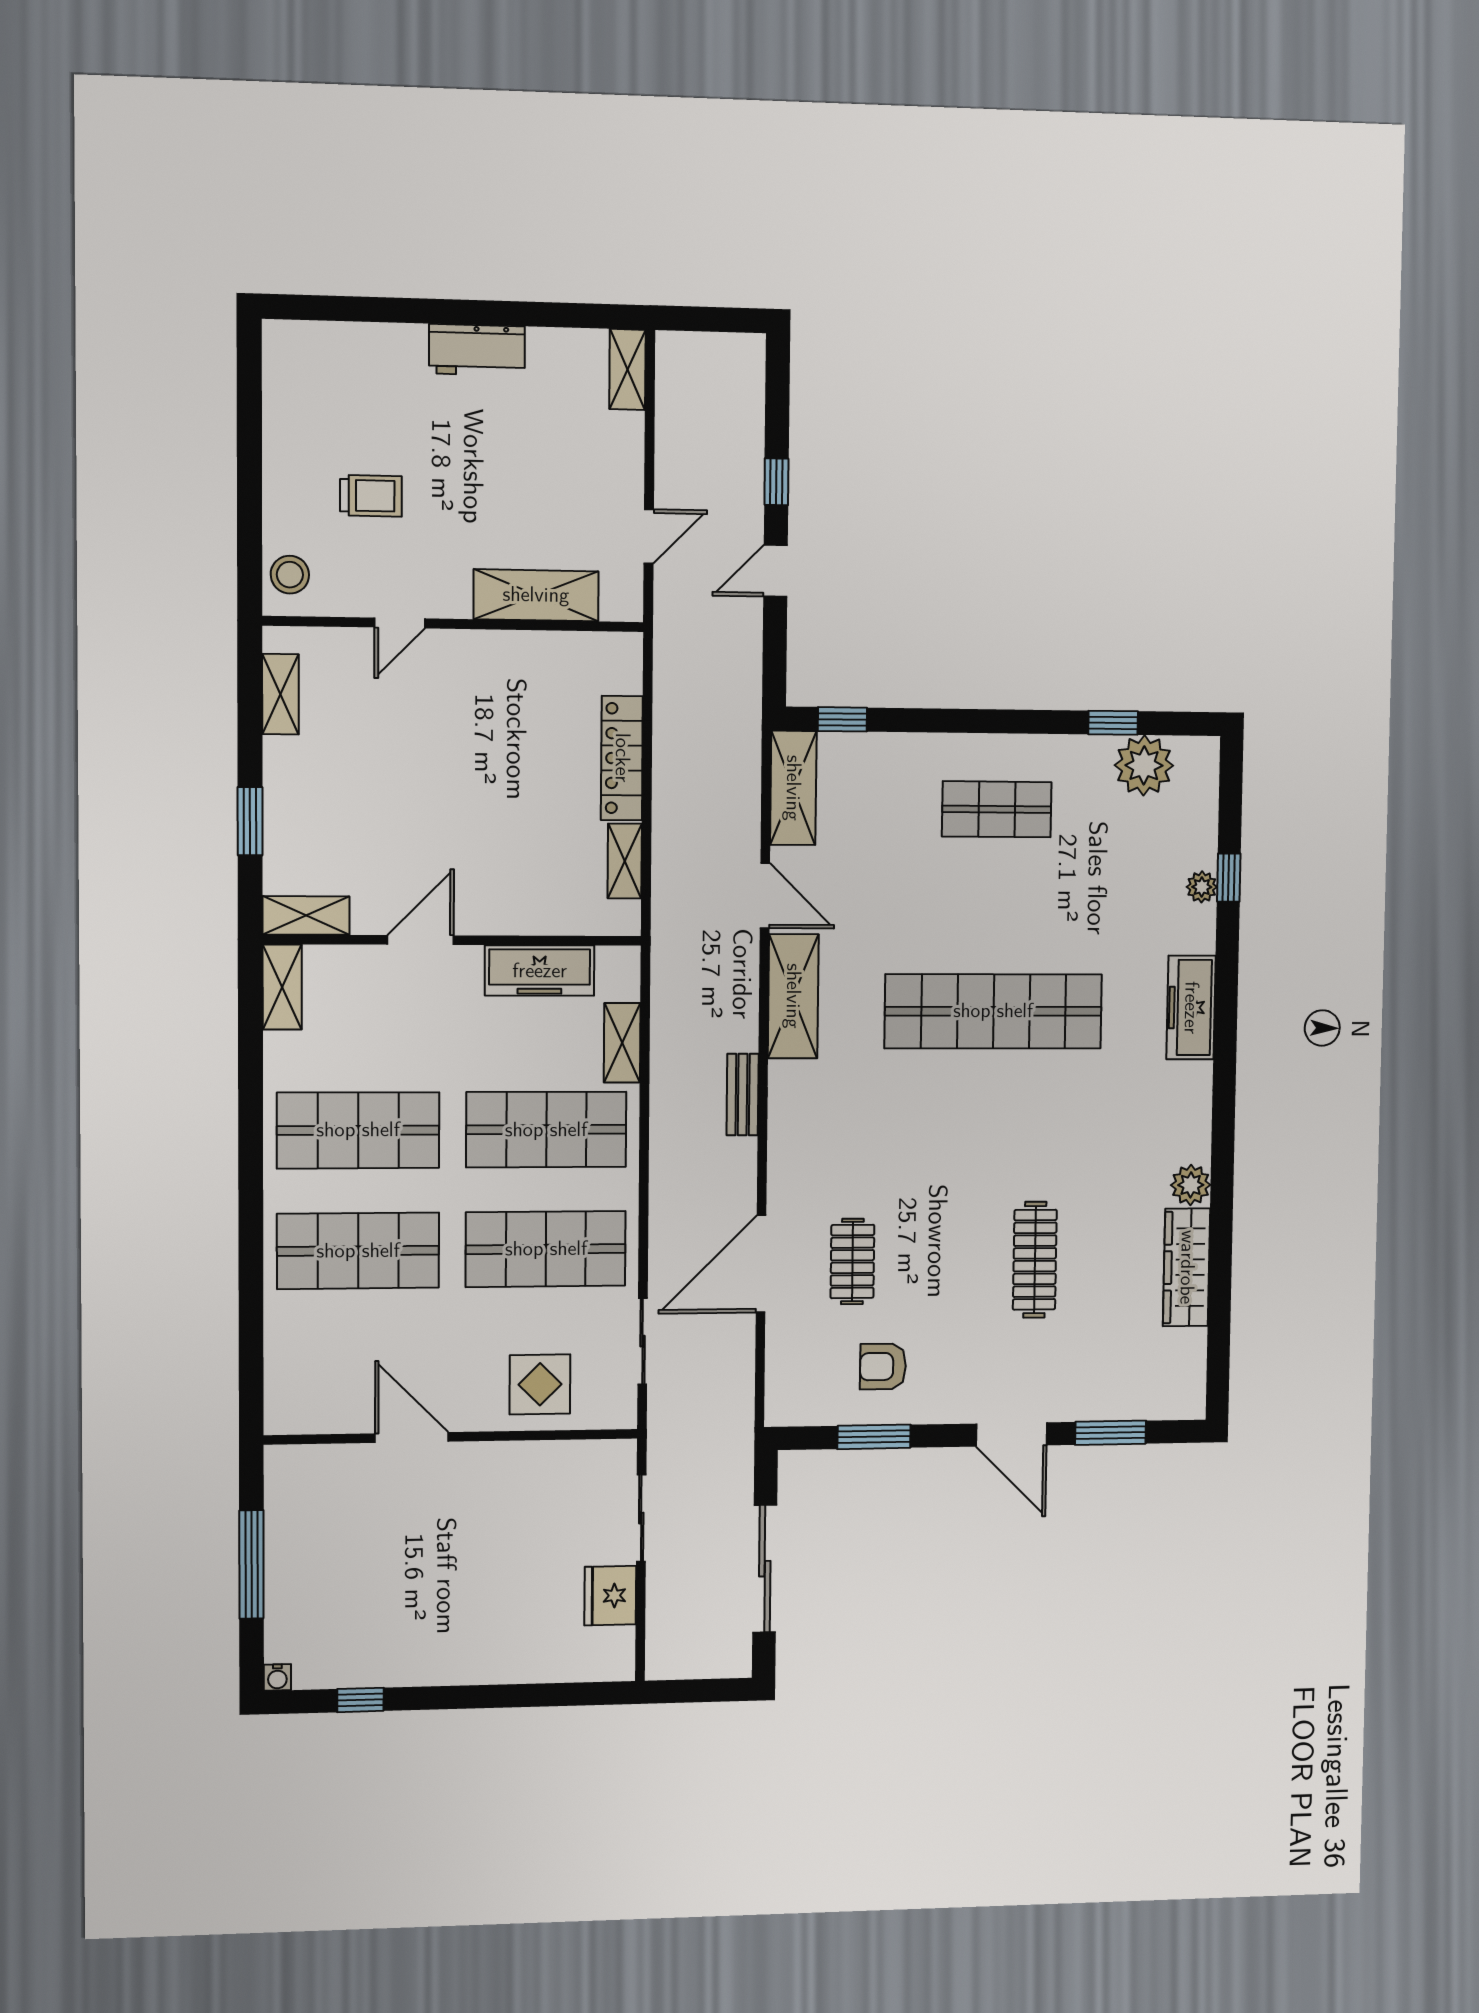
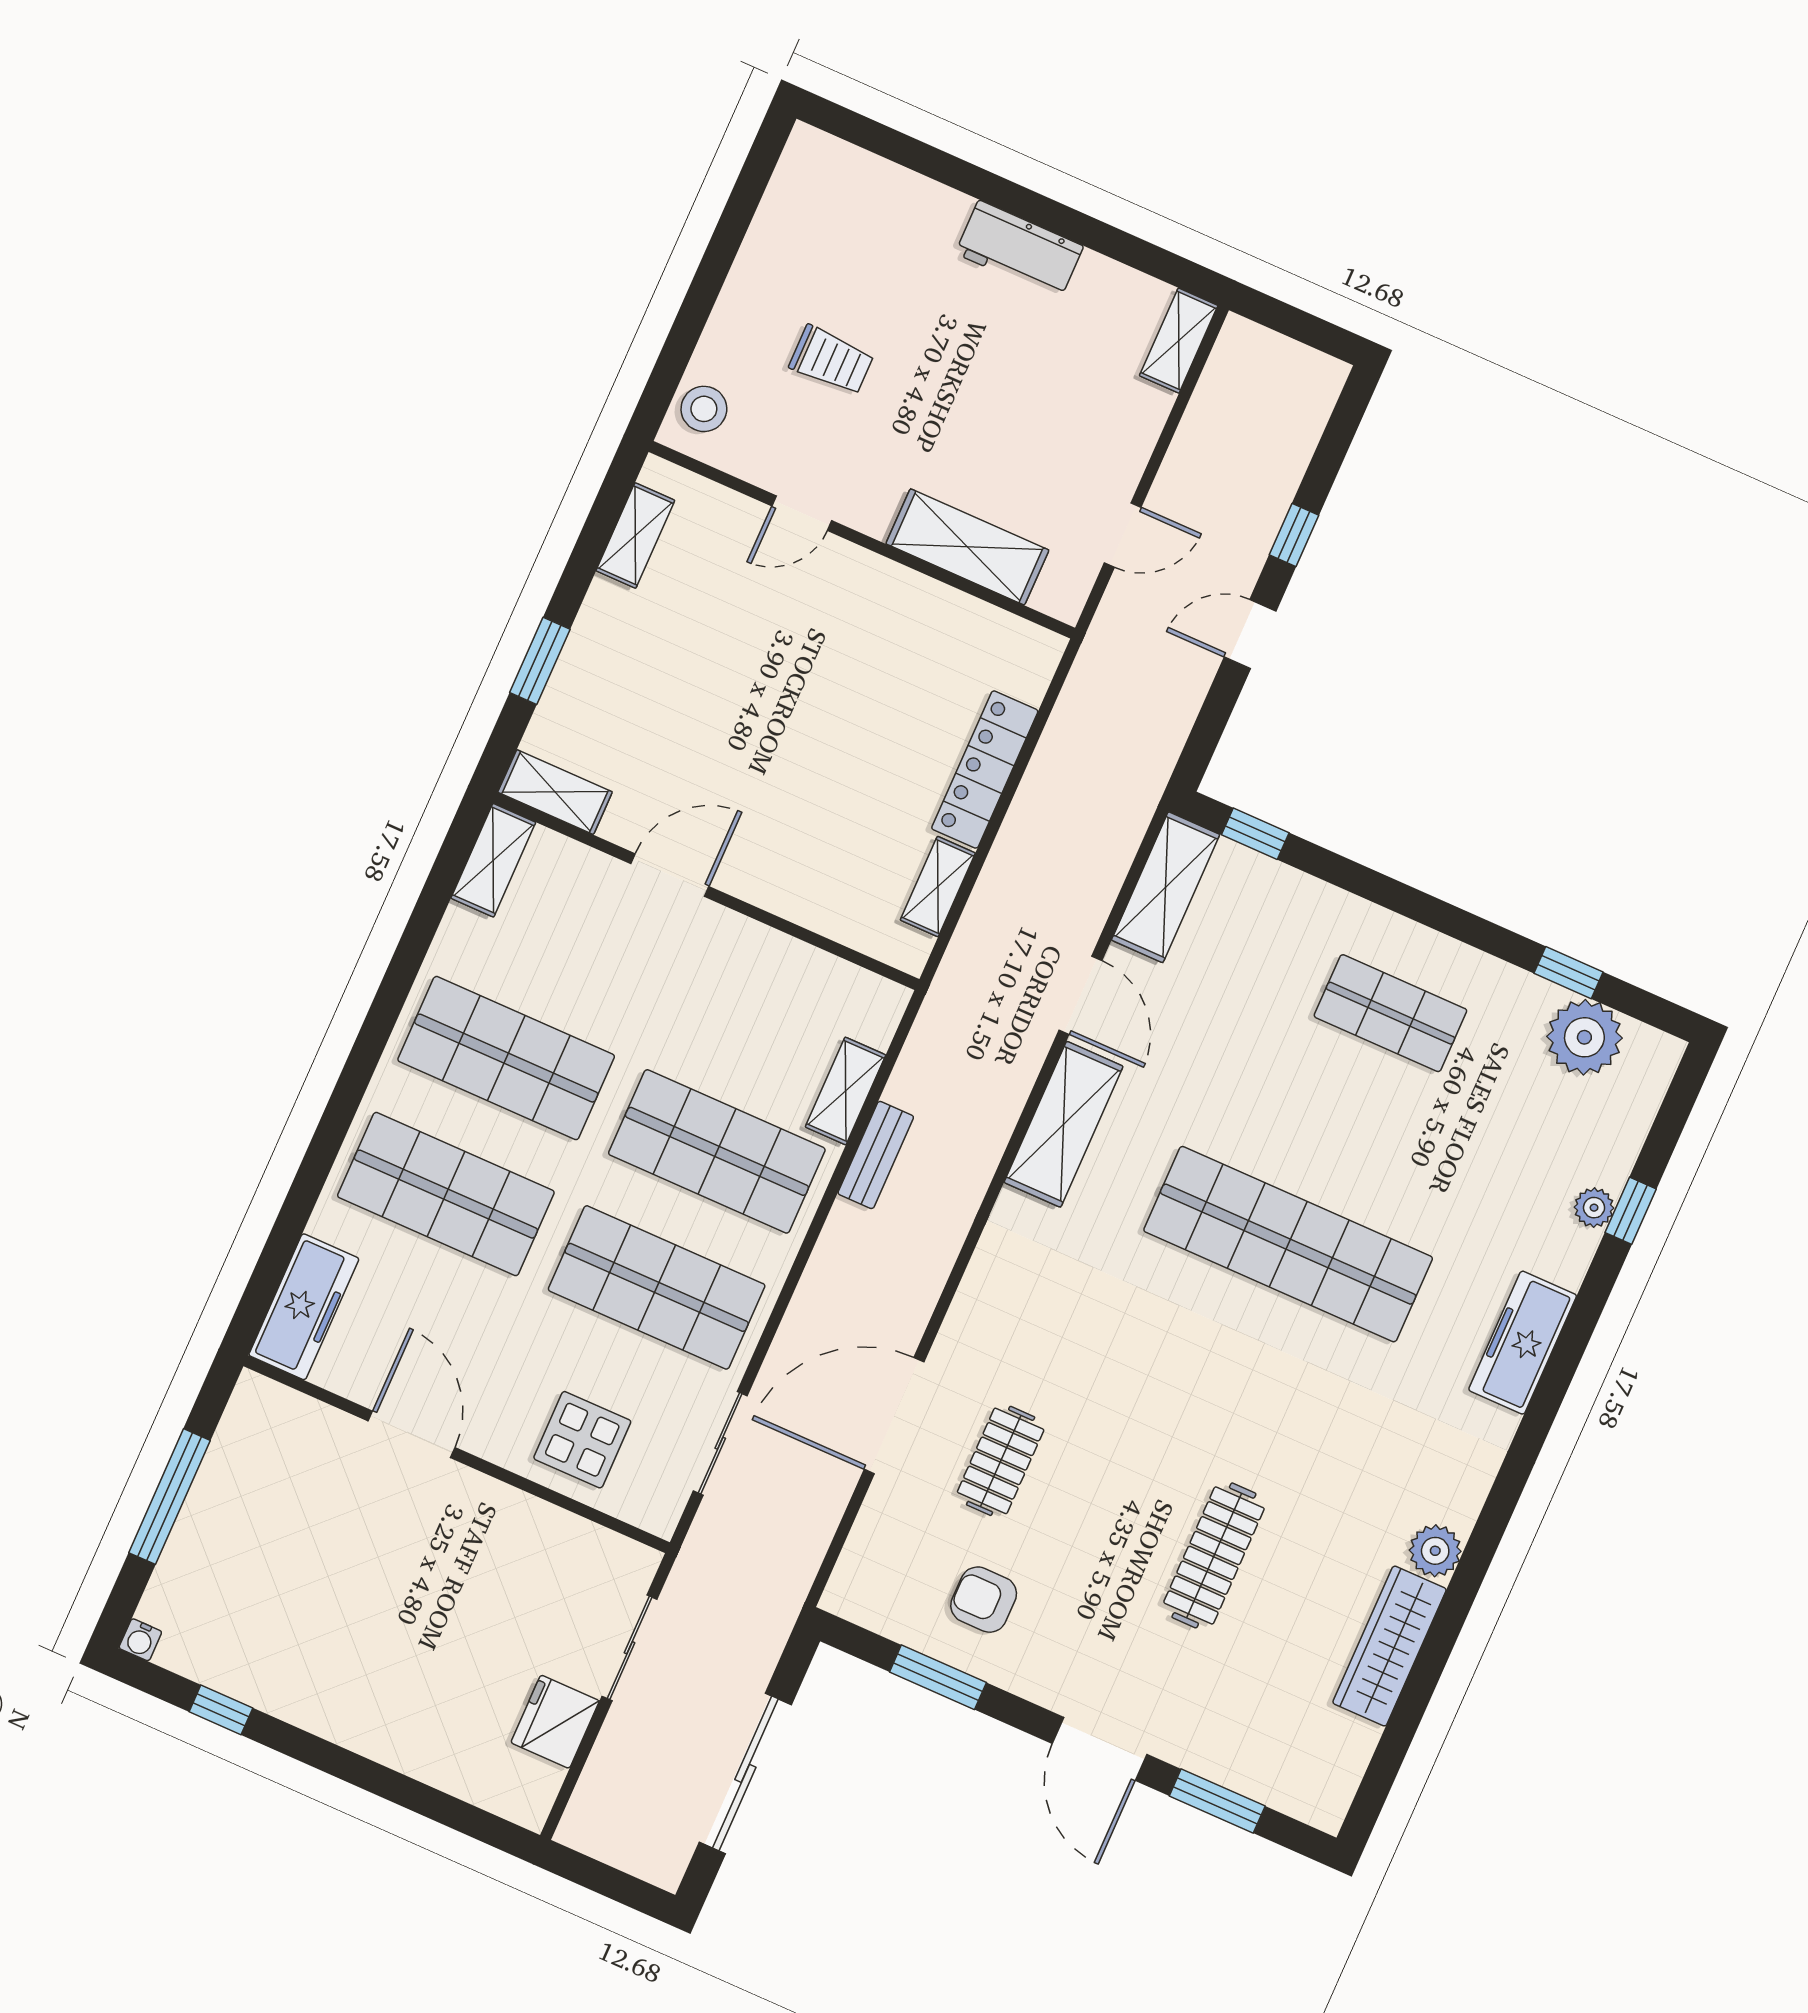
freezer: (540, 971) -> (304, 1307), moved, turned -90
bench: (743, 1095) -> (876, 1155), moved

